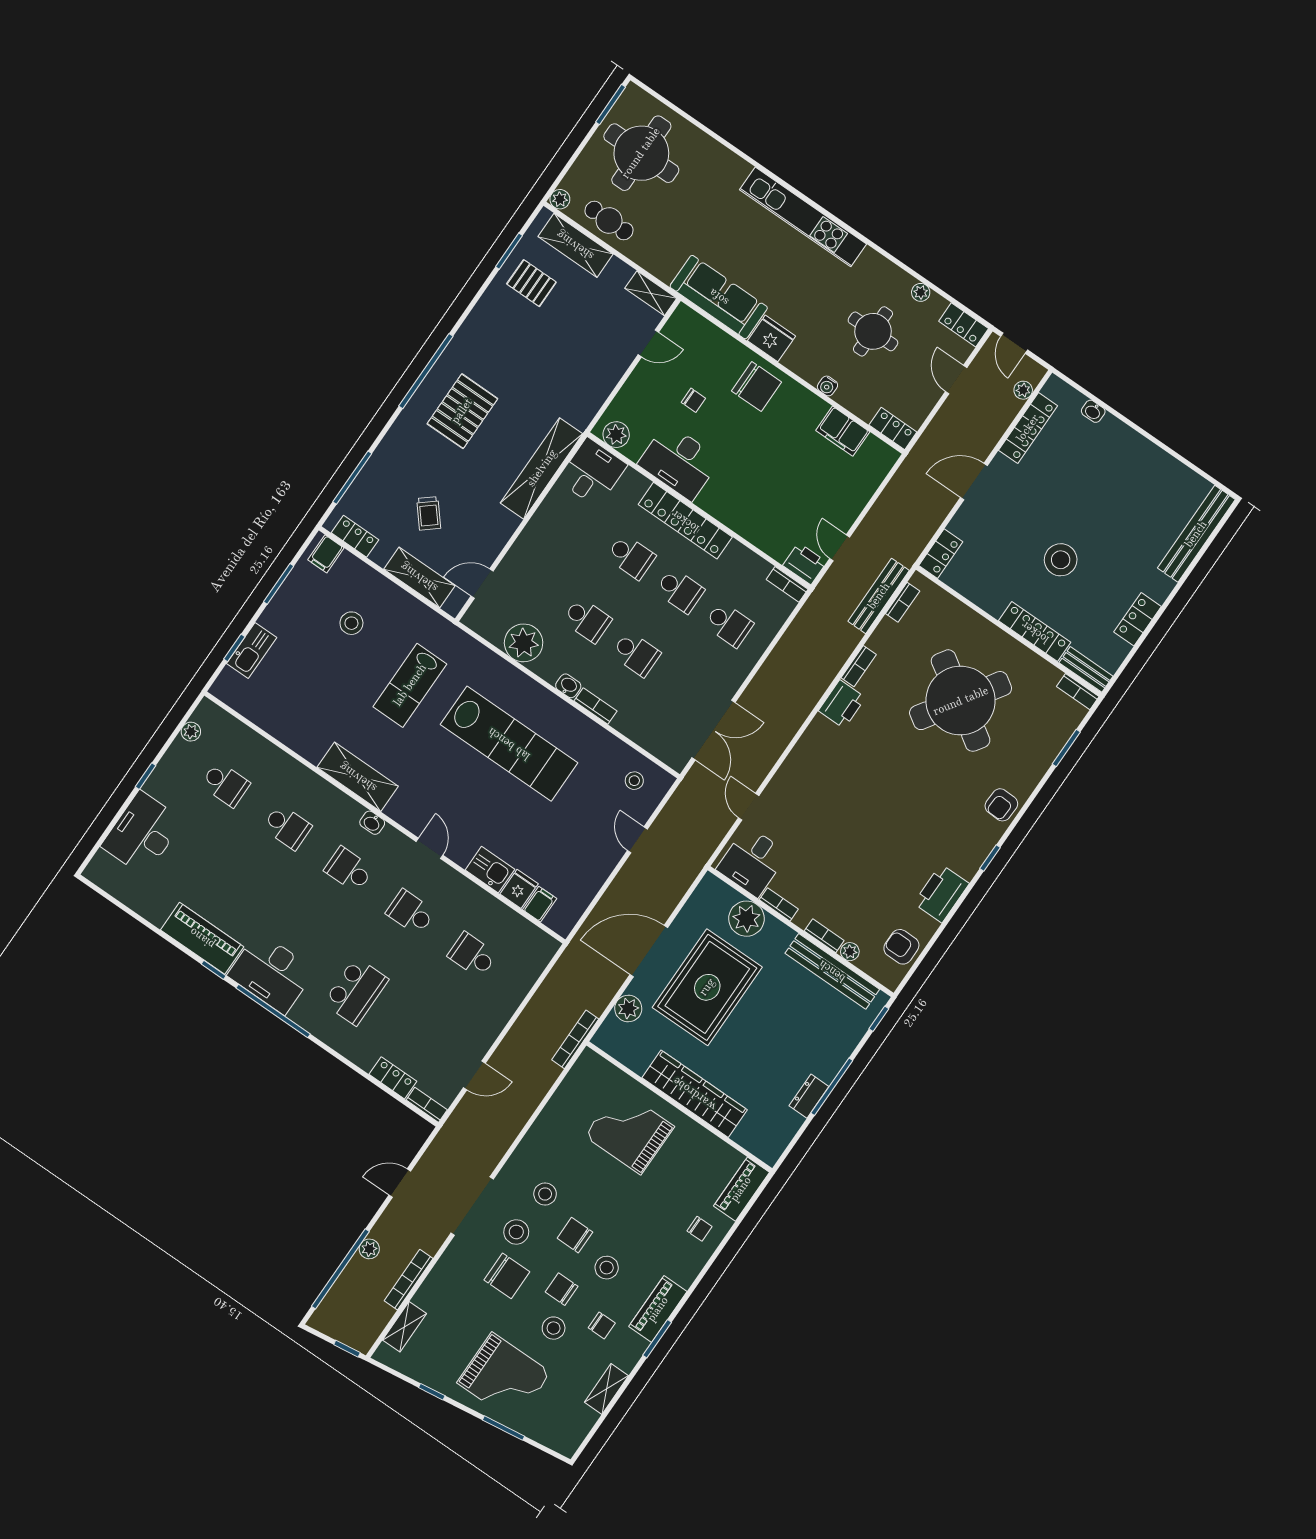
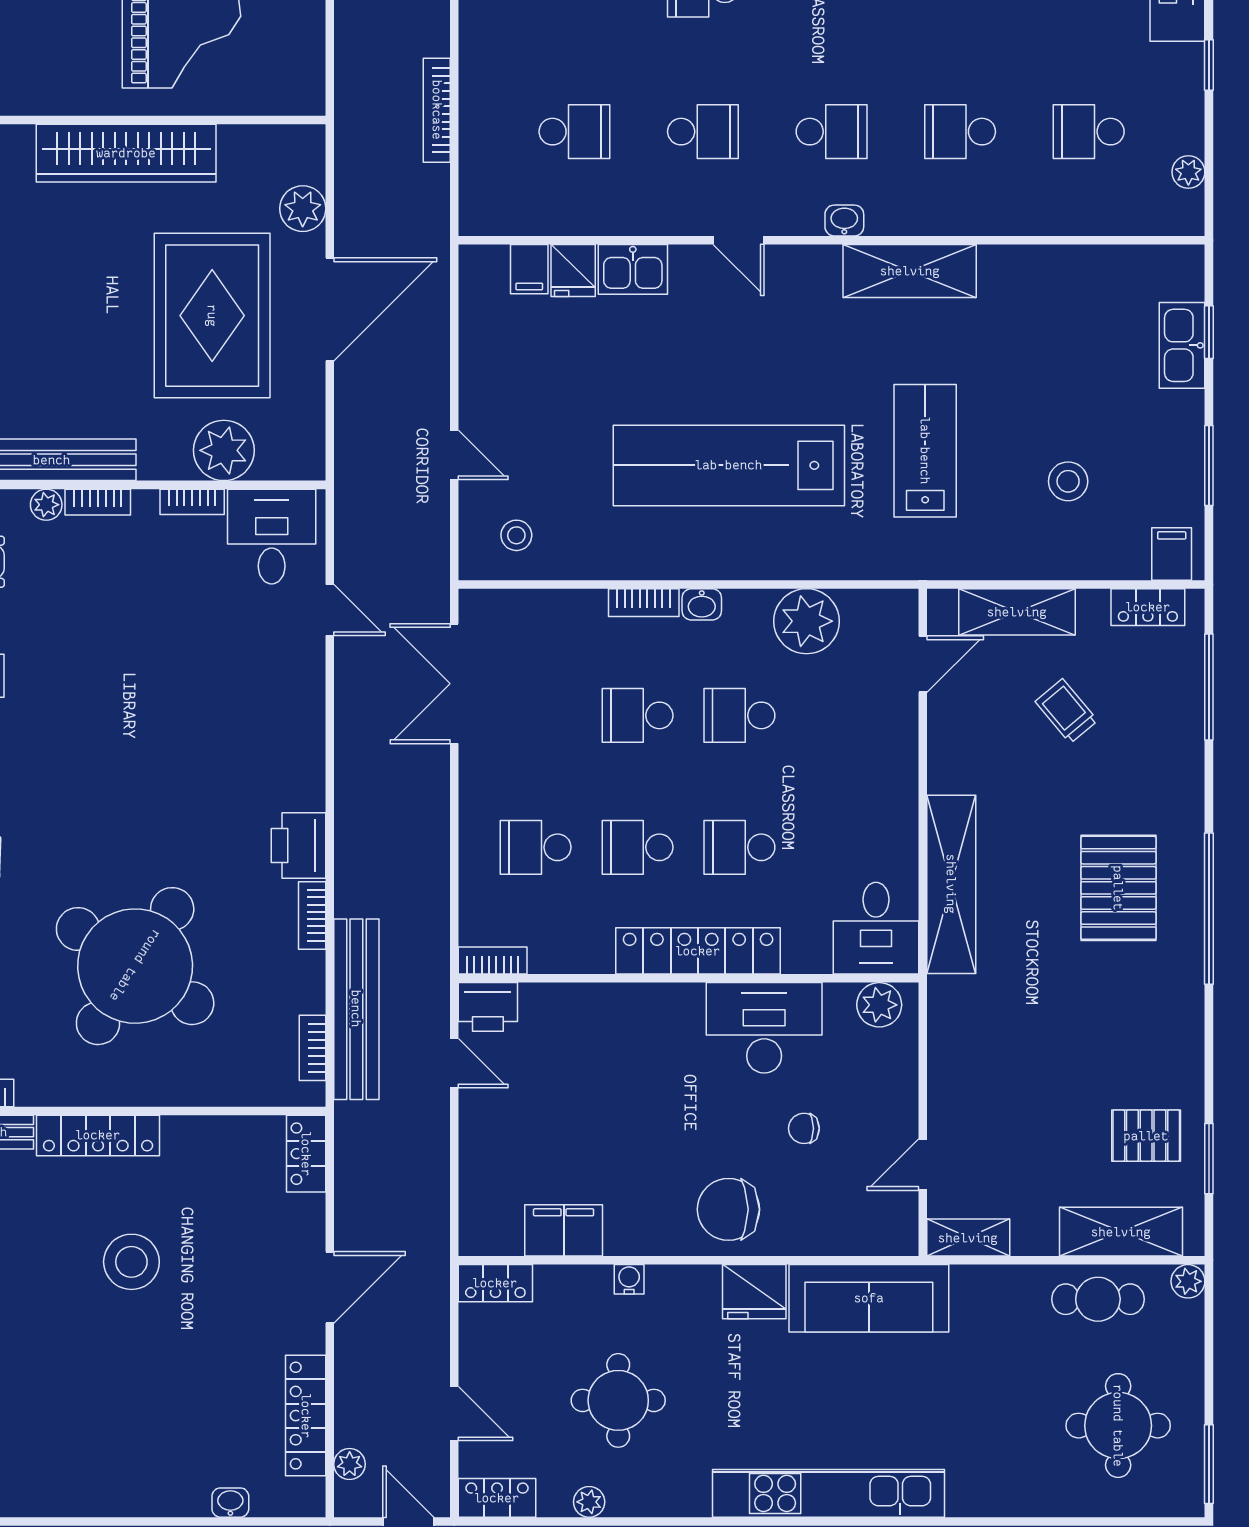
round table: (641, 153) -> (1118, 1426), width x0.73, depth x0.73
bench: (879, 596) -> (356, 1009), width x1.37, depth x1.21
bookcase: (575, 1039) -> (437, 110), moved, turned 180

